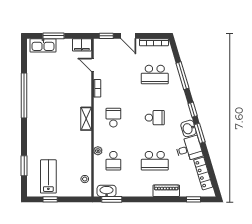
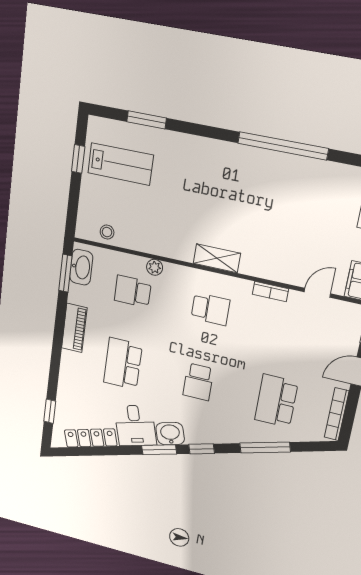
piano: (166, 191) -> (74, 328), moved

